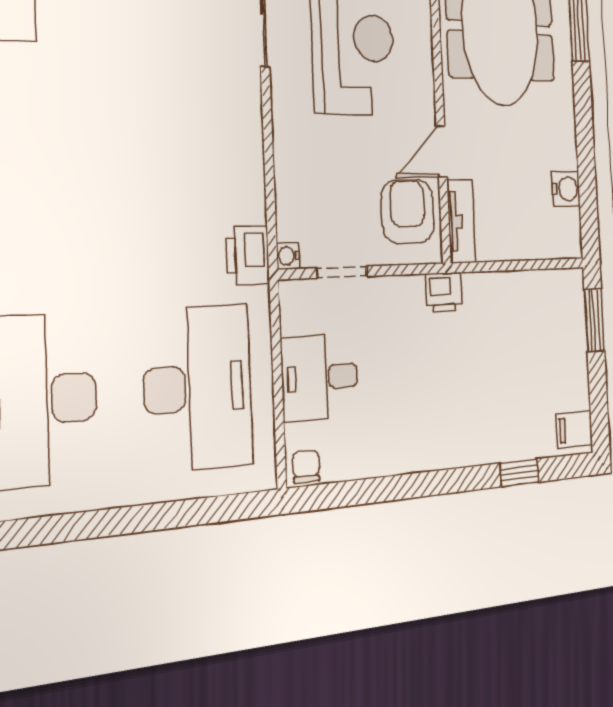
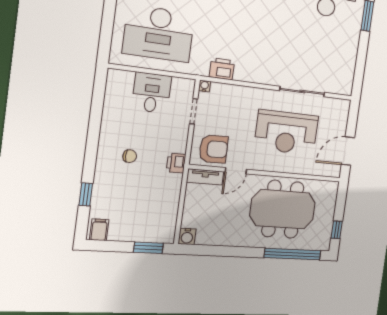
door: (442, 152) -> (236, 171), swing flipped
water cooler: (566, 189) -> (187, 236), moved
printer: (248, 255) -> (222, 69), moved
chair: (306, 467) -> (130, 156), moved

